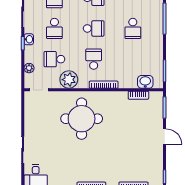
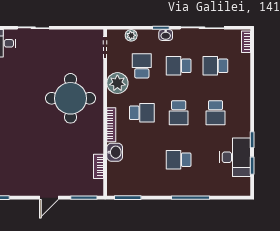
washbasin: (145, 82) -> (115, 152), moved

